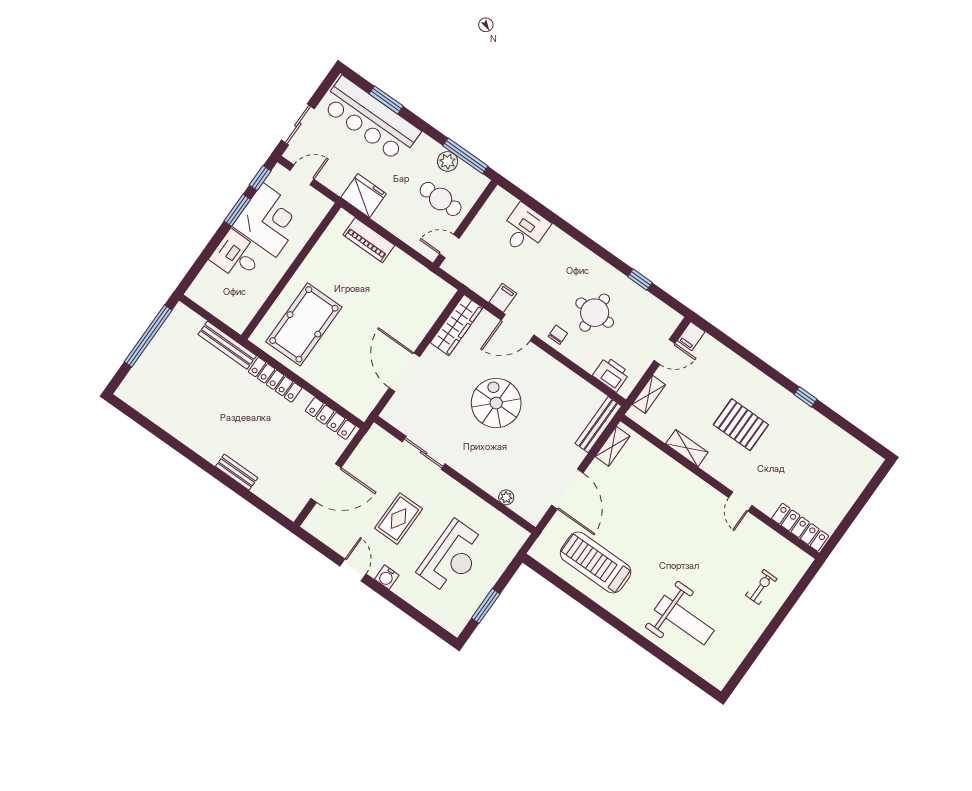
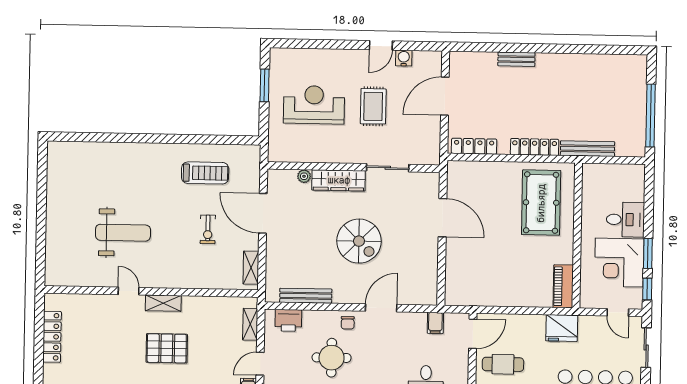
door: (302, 175) -> (618, 312), hinge flipped
piano: (369, 240) -> (563, 286), moved, turned -90
door: (449, 246) -> (473, 334), width x1.38
filing cabinet: (503, 298) -> (435, 323), moved
wardrobe: (456, 325) -> (339, 180), moved, turned -90
bench: (598, 425) -> (306, 296), moved, turned 90
shelving: (687, 448) -> (163, 303), moved
locker: (800, 527) -> (52, 337), moved, turned -90
reception desk: (452, 557) -> (314, 105), turned 90
treadmill: (596, 563) -> (205, 173), width x0.73, depth x0.73
door: (353, 570) -> (381, 45), hinge flipped
water cooler: (387, 577) -> (404, 58), moved
exercise bike: (761, 587) -> (208, 229), moved
weight bench: (684, 620) -> (123, 233), moved, turned 180

